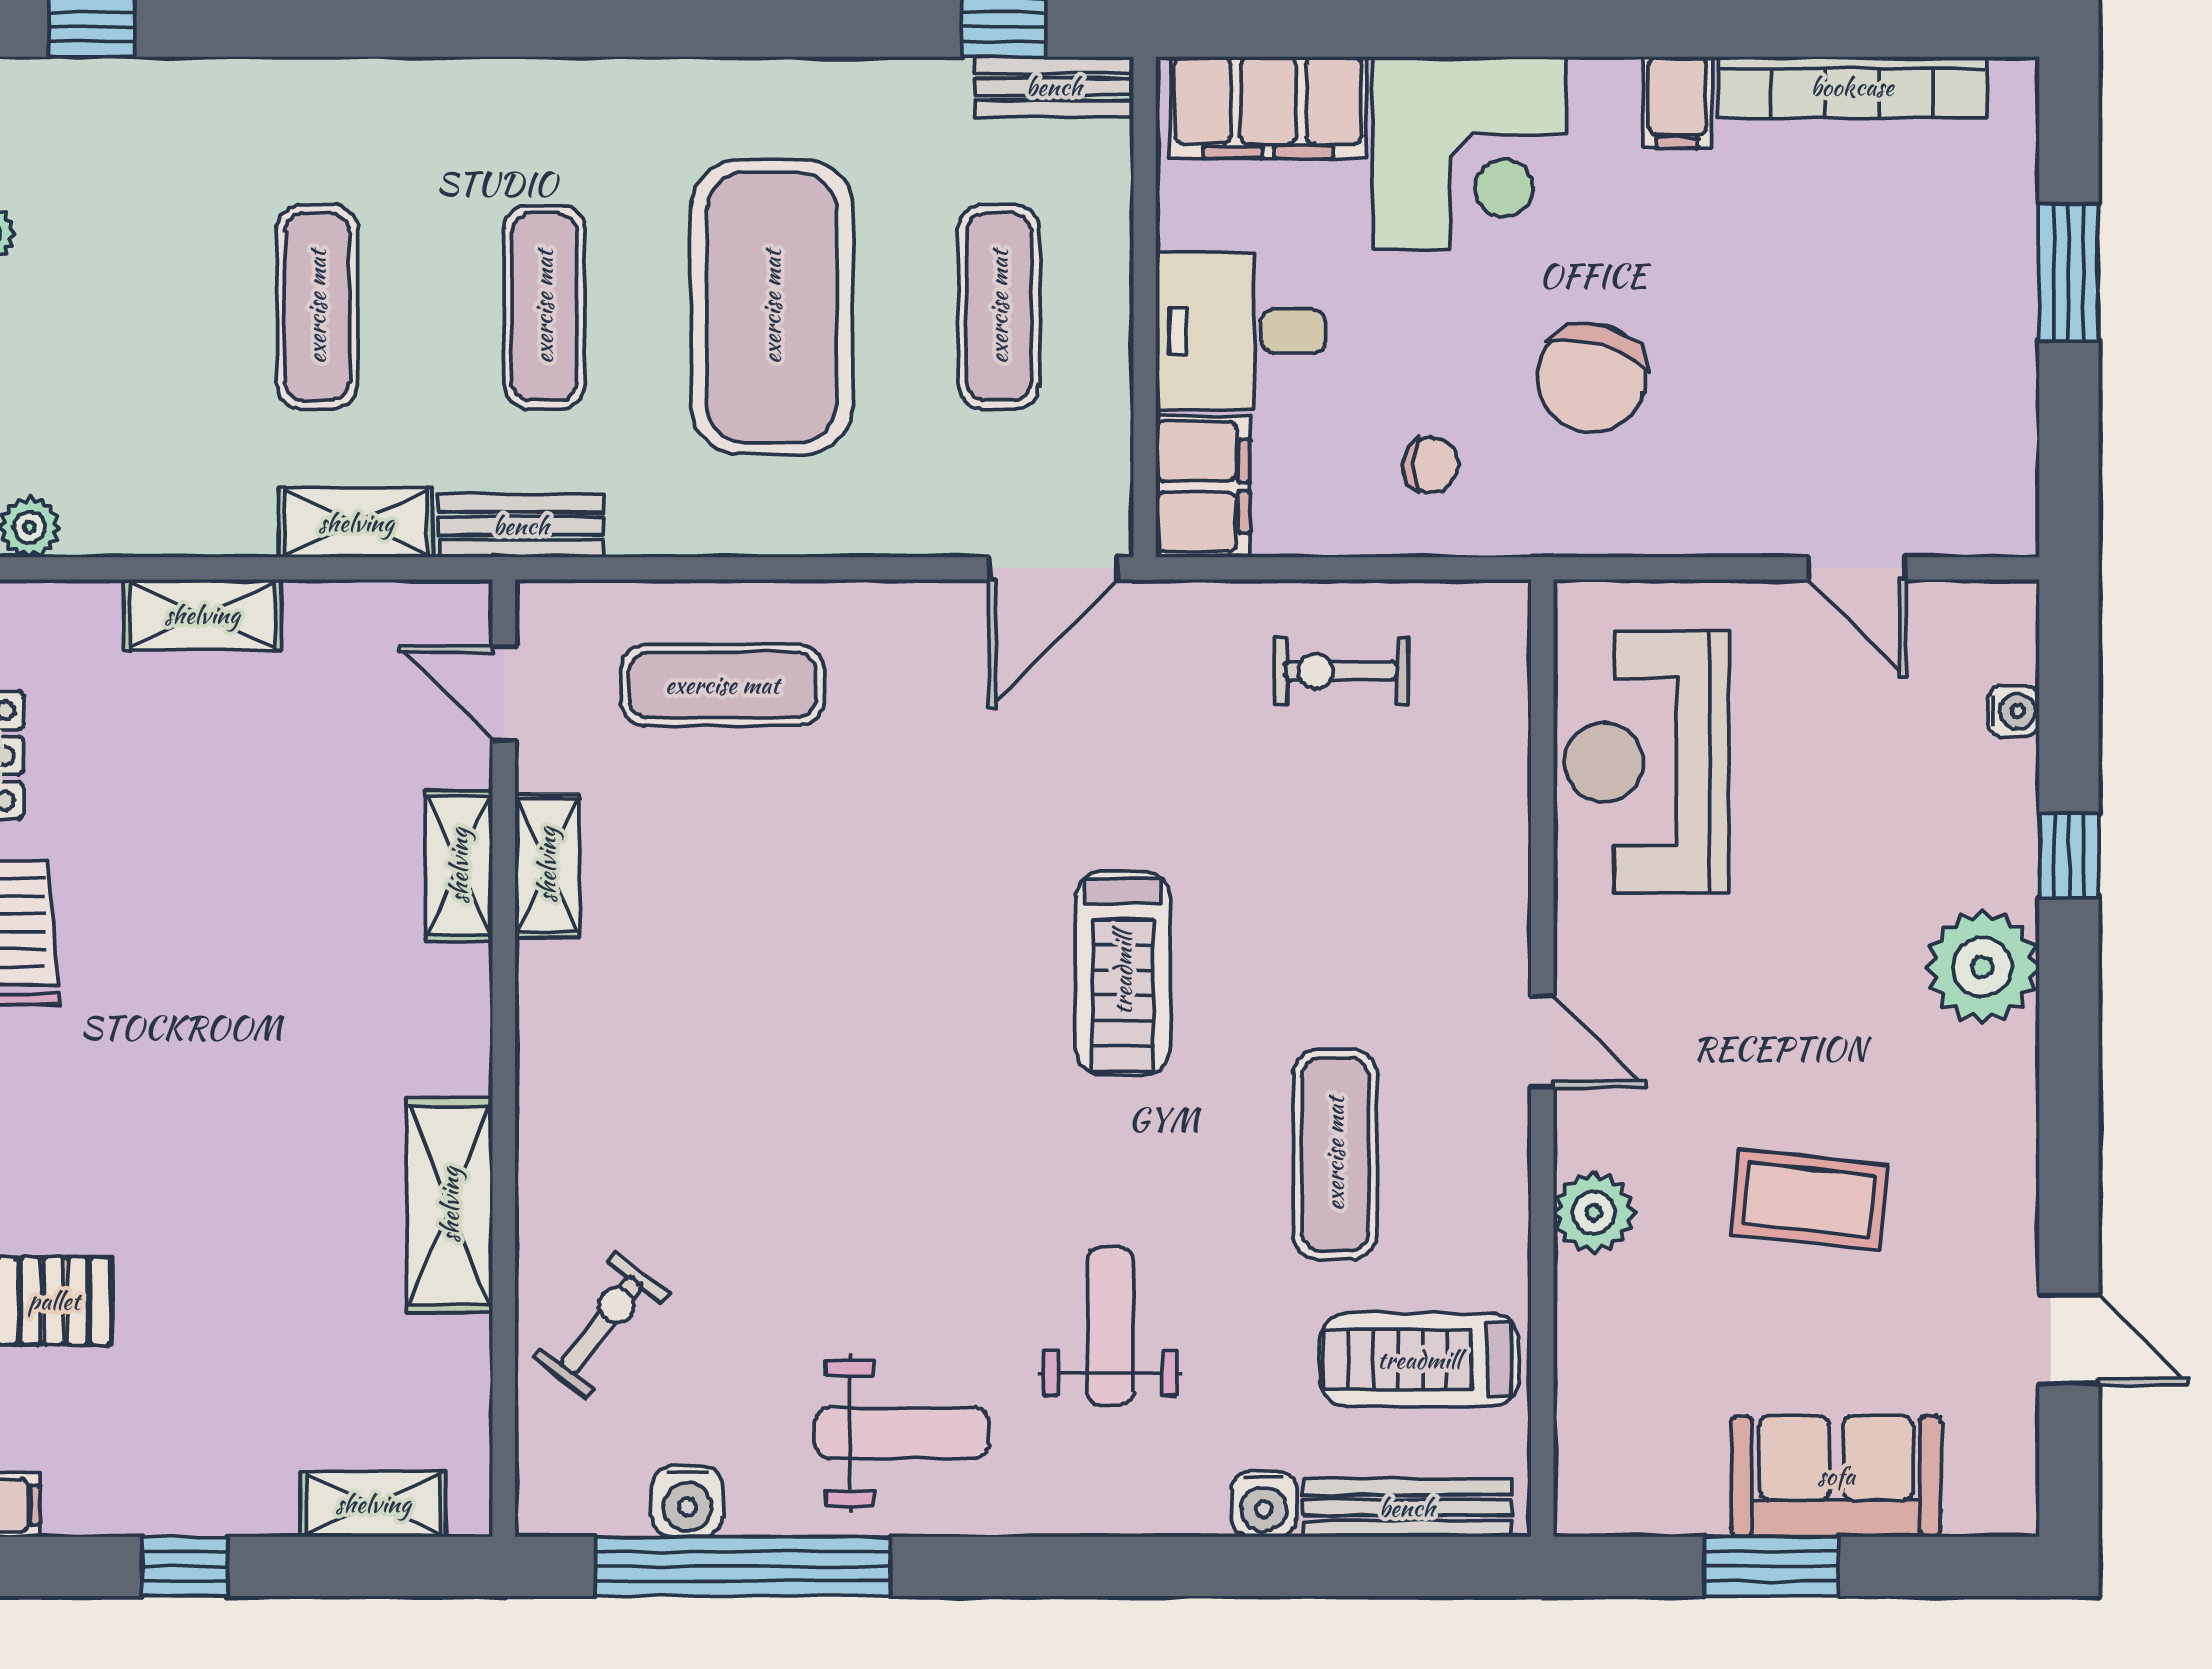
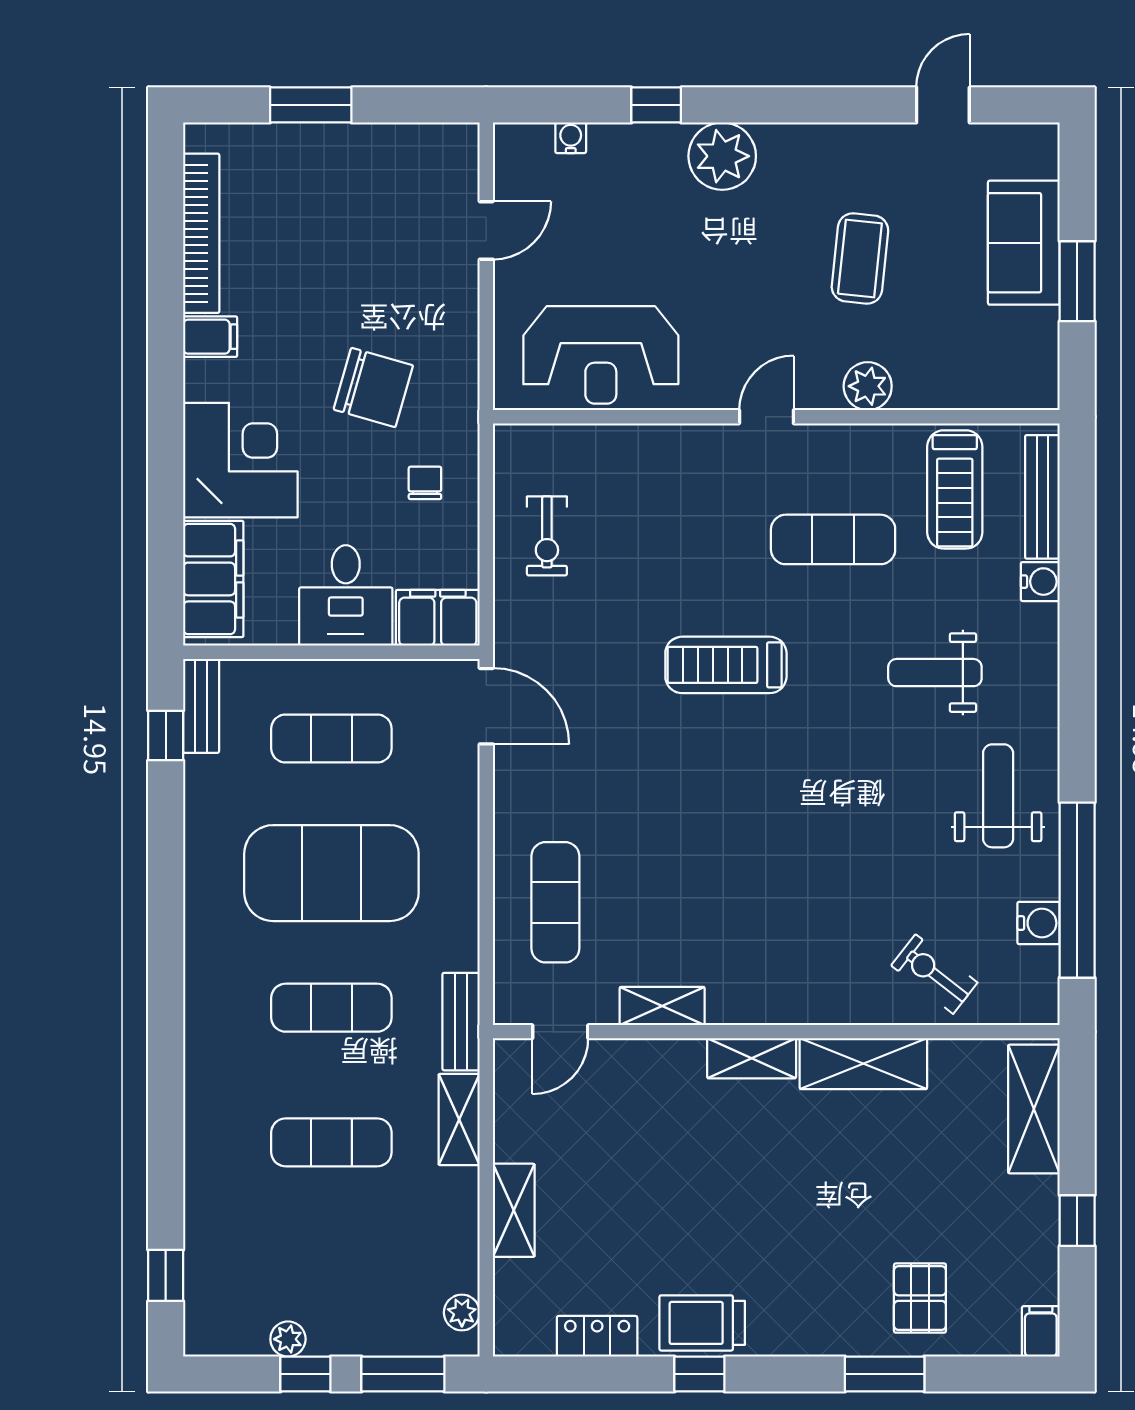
shelving: (459, 866) -> (752, 1058), moved
treadmill: (1123, 973) -> (726, 665), turned 180
shelving: (373, 1504) -> (1034, 1109), width x1.50, depth x1.33

